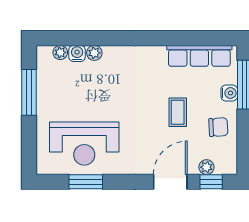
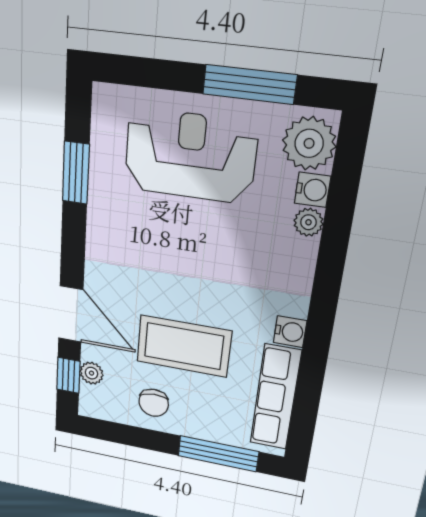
plant: (60, 52) -> (309, 143), width x1.88, depth x1.88
water cooler: (229, 93) -> (290, 332), moved, turned -90
coffee table: (178, 112) -> (184, 346), width x1.86, depth x1.72
reception desk: (84, 144) -> (190, 156), moved, turned 90

